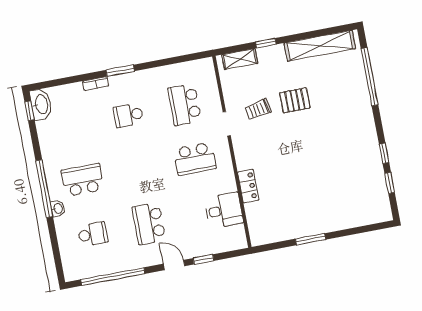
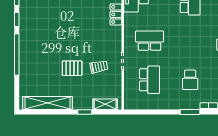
window: (370, 77) -> (17, 54), moved
school desk: (128, 115) -> (190, 80), turned 90

